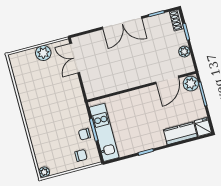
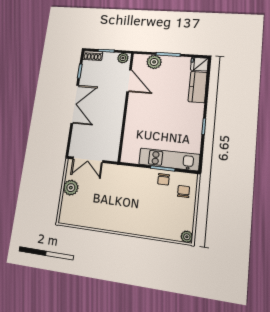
door: (167, 80) -> (129, 81), moved
wall: (142, 87) -> (126, 106), moved

